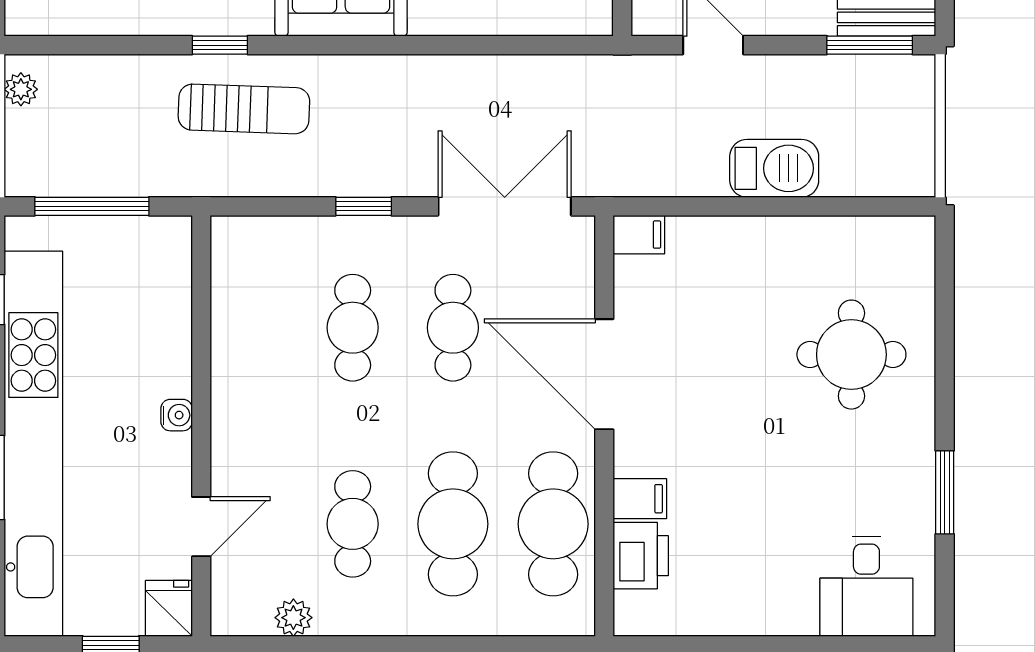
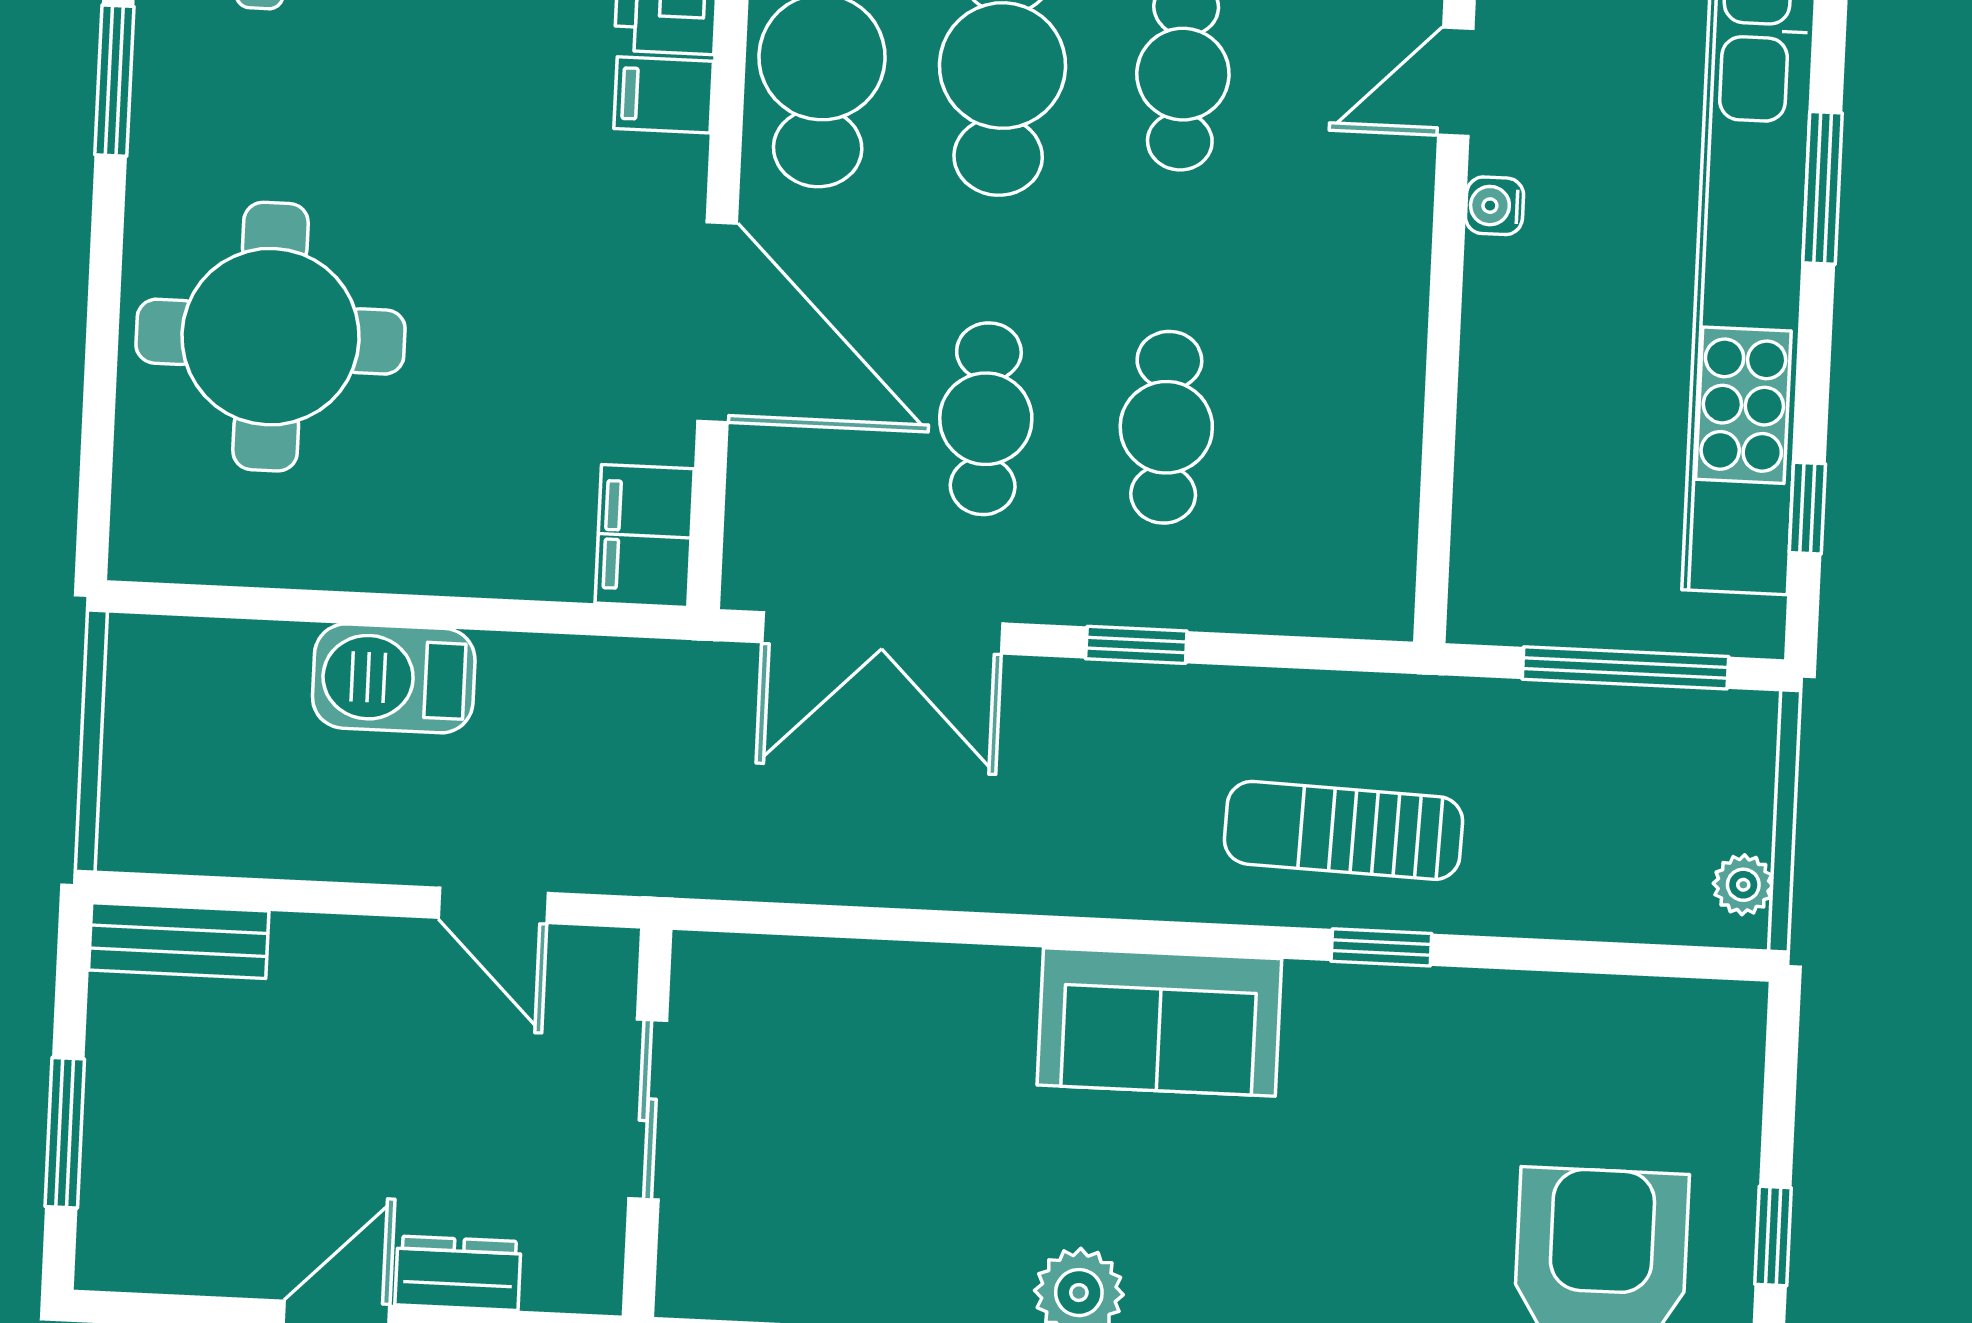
window: (870, 45) -> (212, 892), removed
filing cabinet: (639, 235) -> (645, 536), width x2.00
round table: (851, 355) -> (271, 337), width x1.36, depth x1.36
water cooler: (177, 415) -> (1494, 206), moved

